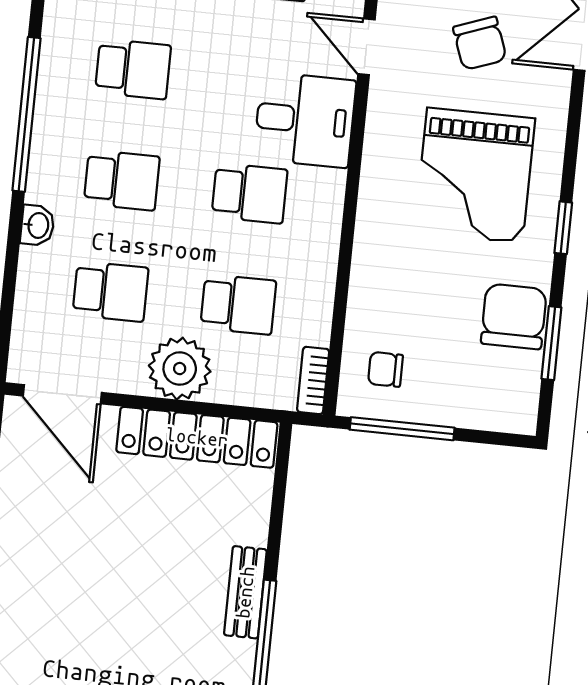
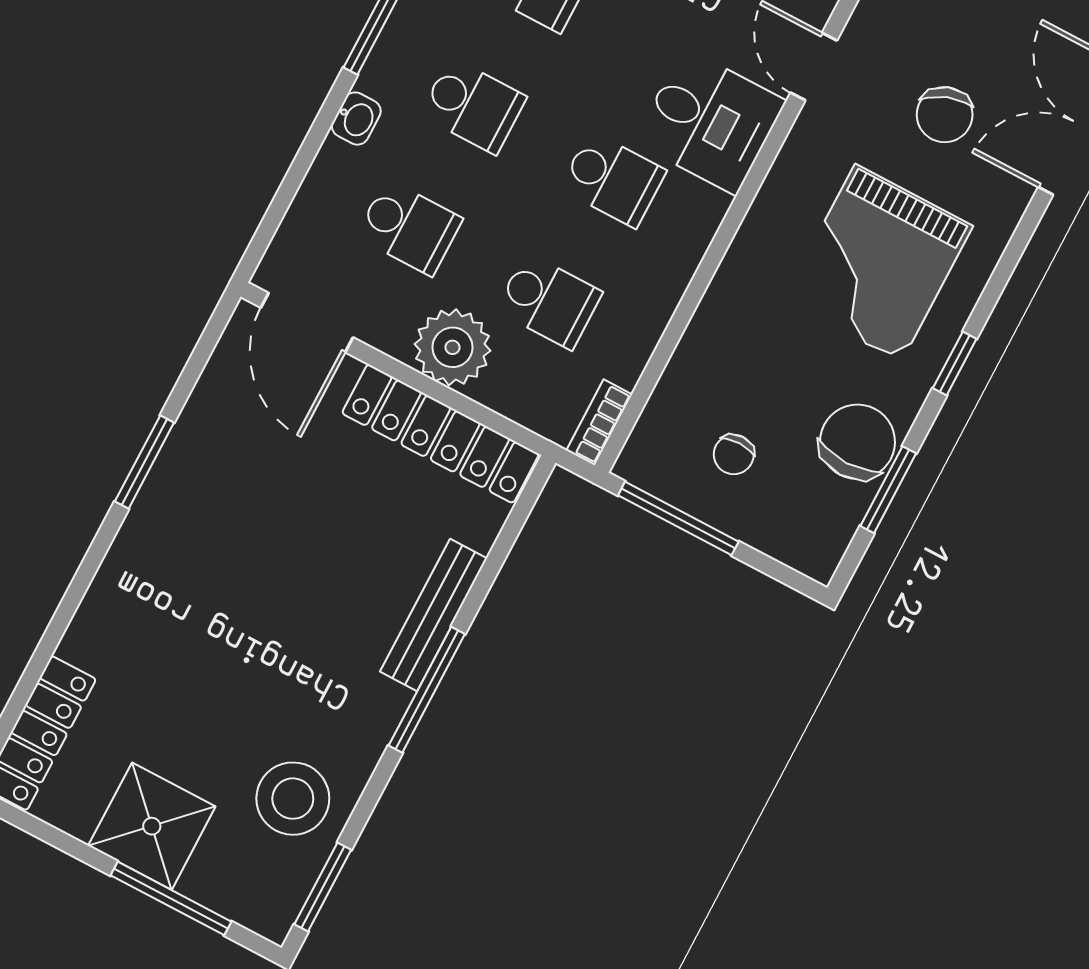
chair: (385, 369) -> (734, 454), moved, turned -90
bench: (245, 592) -> (434, 615), width x1.36

